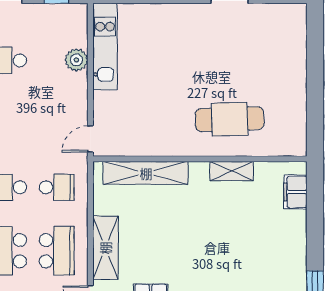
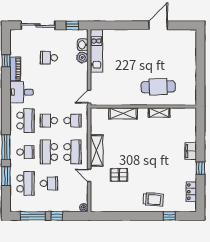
washbasin: (77, 34) -> (83, 45), added
shelving: (146, 173) -> (123, 113), width x0.68
filing cabinet: (295, 192) -> (191, 151), moved

